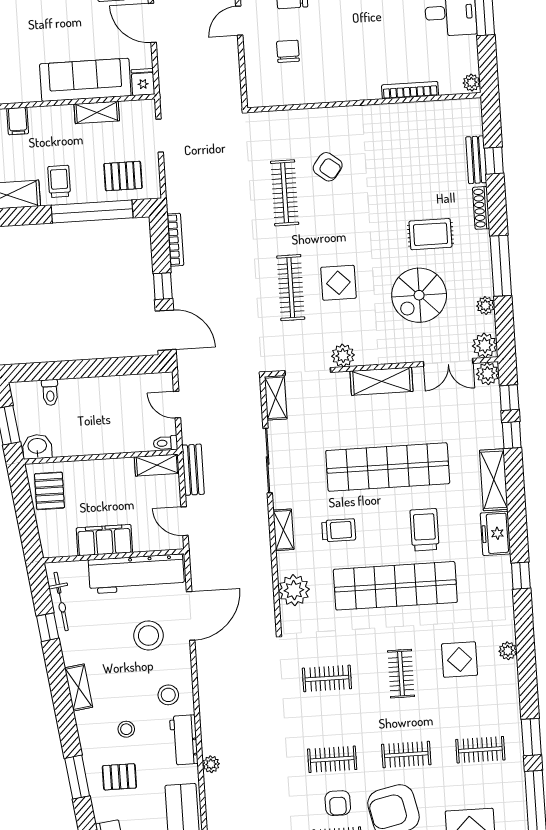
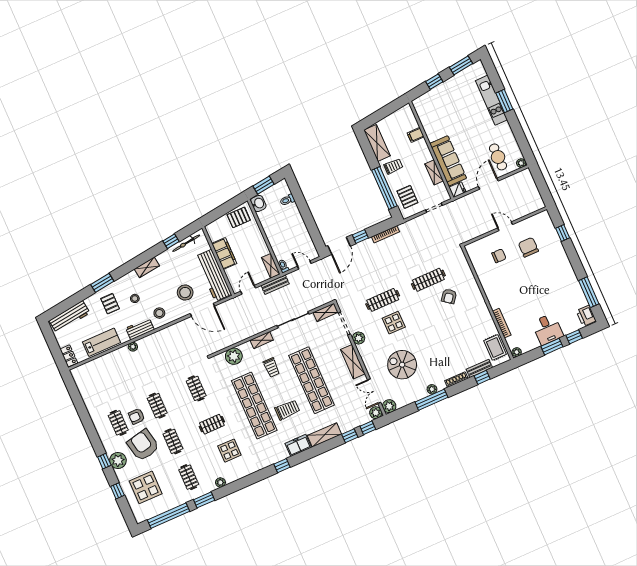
rug: (430, 234) -> (495, 347), moved
plant: (486, 305) -> (432, 389), moved
door: (177, 405) -> (304, 265), hinge flipped
plant: (508, 651) -> (220, 483), moved

